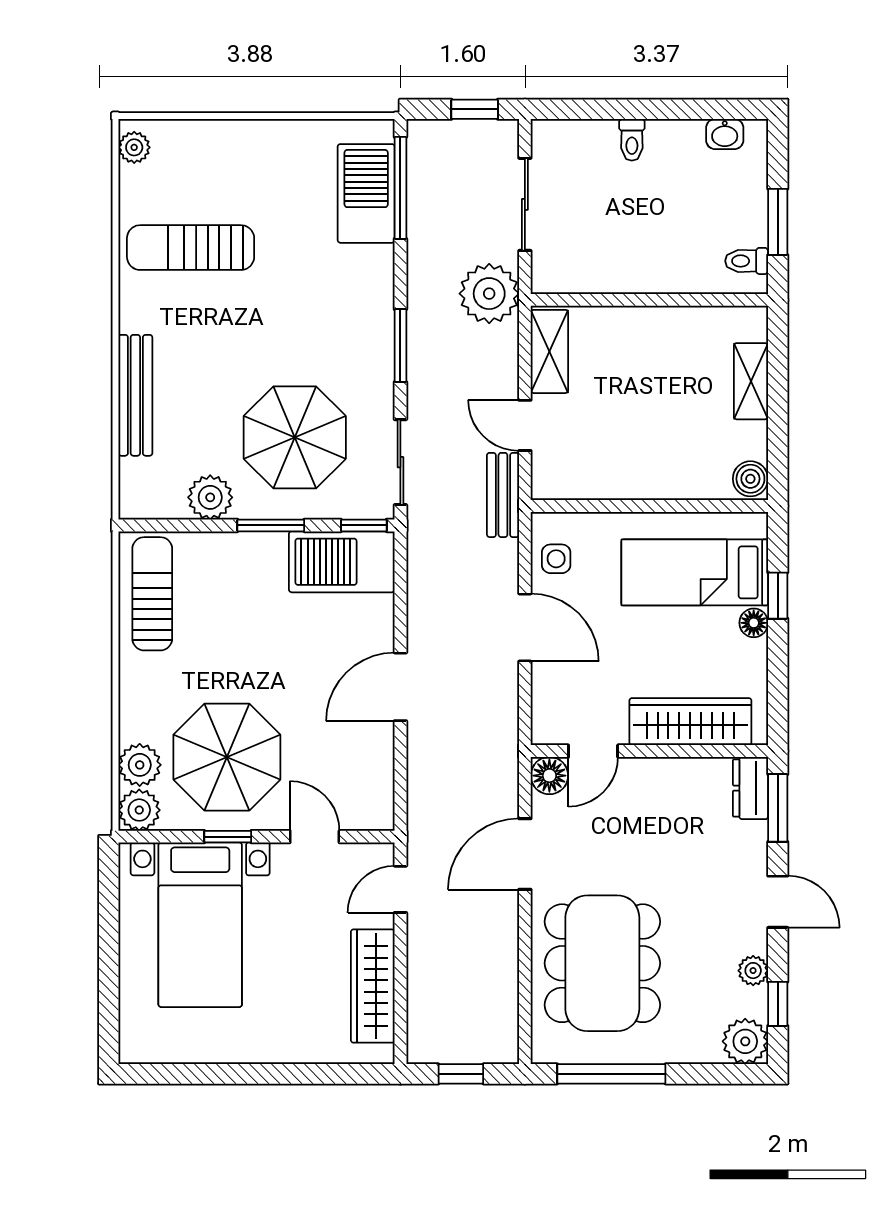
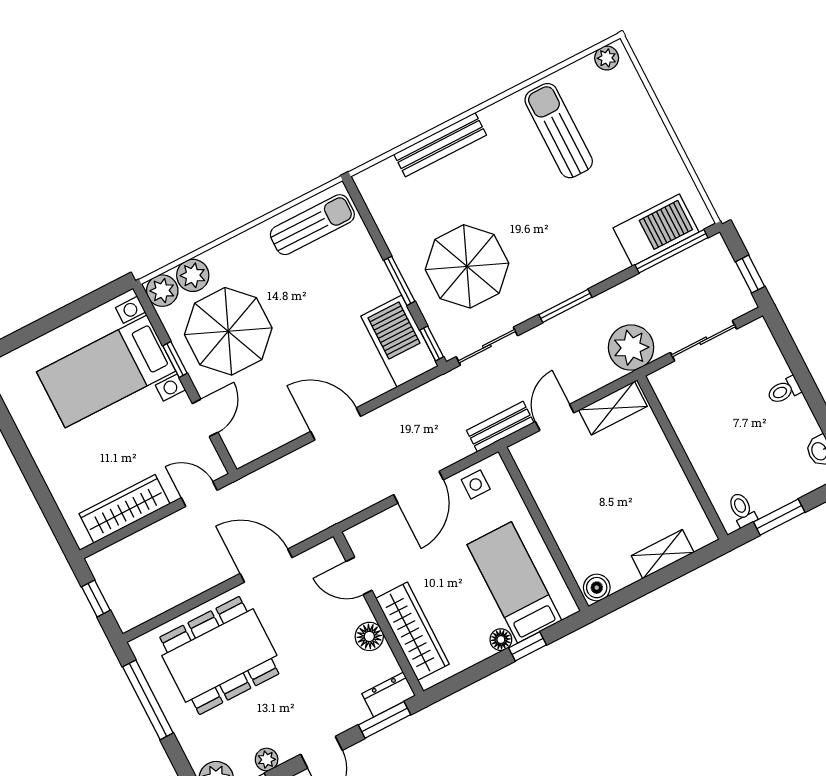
plant: (210, 497) -> (397, 230), removed
floor lamp: (549, 776) -> (369, 636), moved

